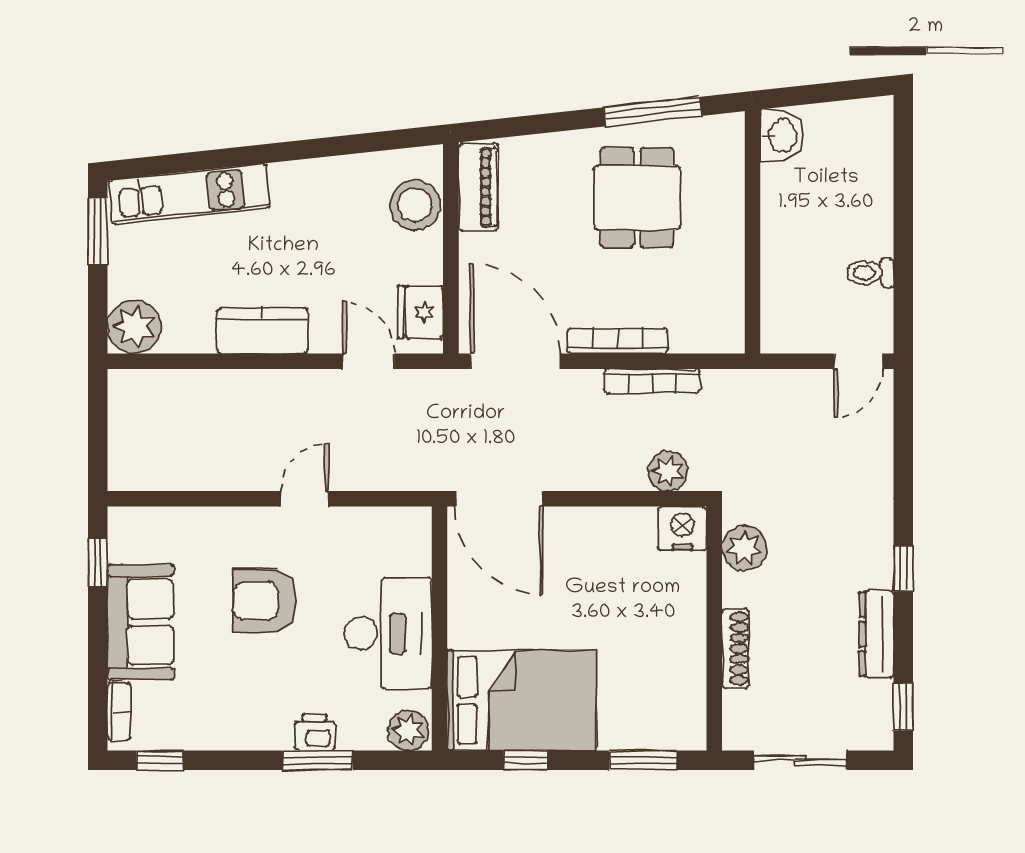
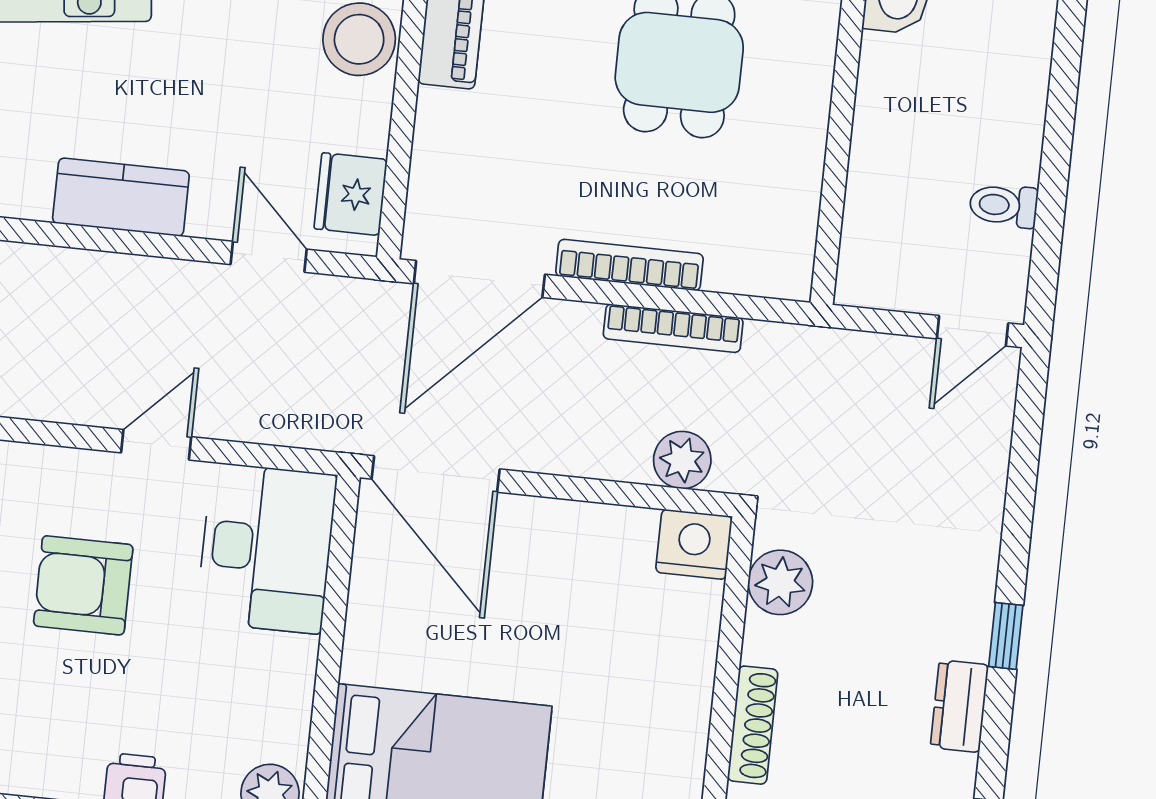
door: (515, 361) -> (479, 279), swing flipped
desk: (388, 633) -> (266, 548), moved
dresser: (877, 634) -> (959, 706), width x0.70

